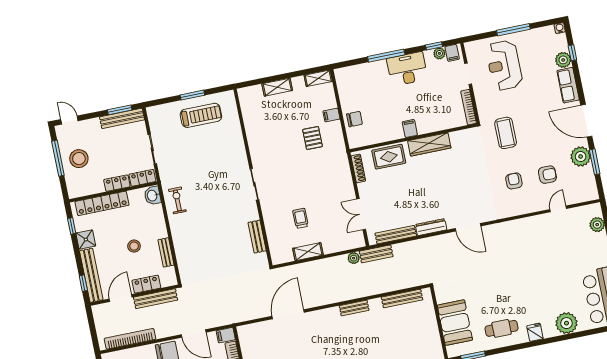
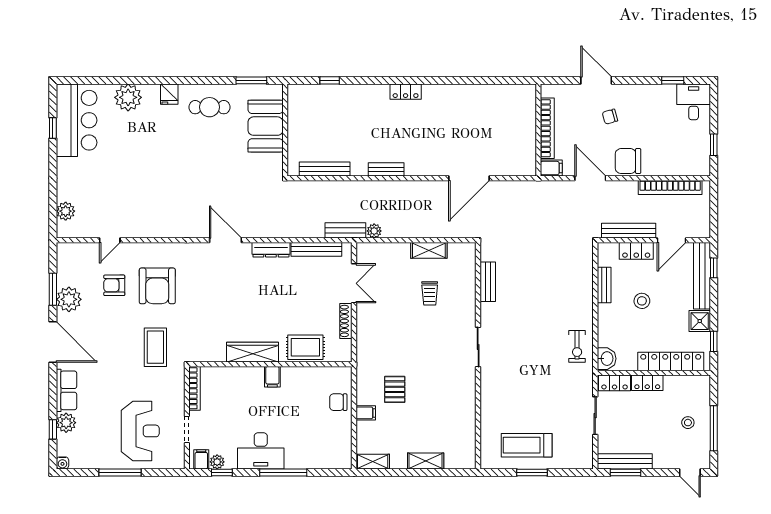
stool: (79, 159) -> (688, 423), width x0.53, depth x0.53
shoe rack: (358, 168) -> (346, 321), moved
armchair: (514, 181) -> (157, 286), width x1.88, depth x1.88

